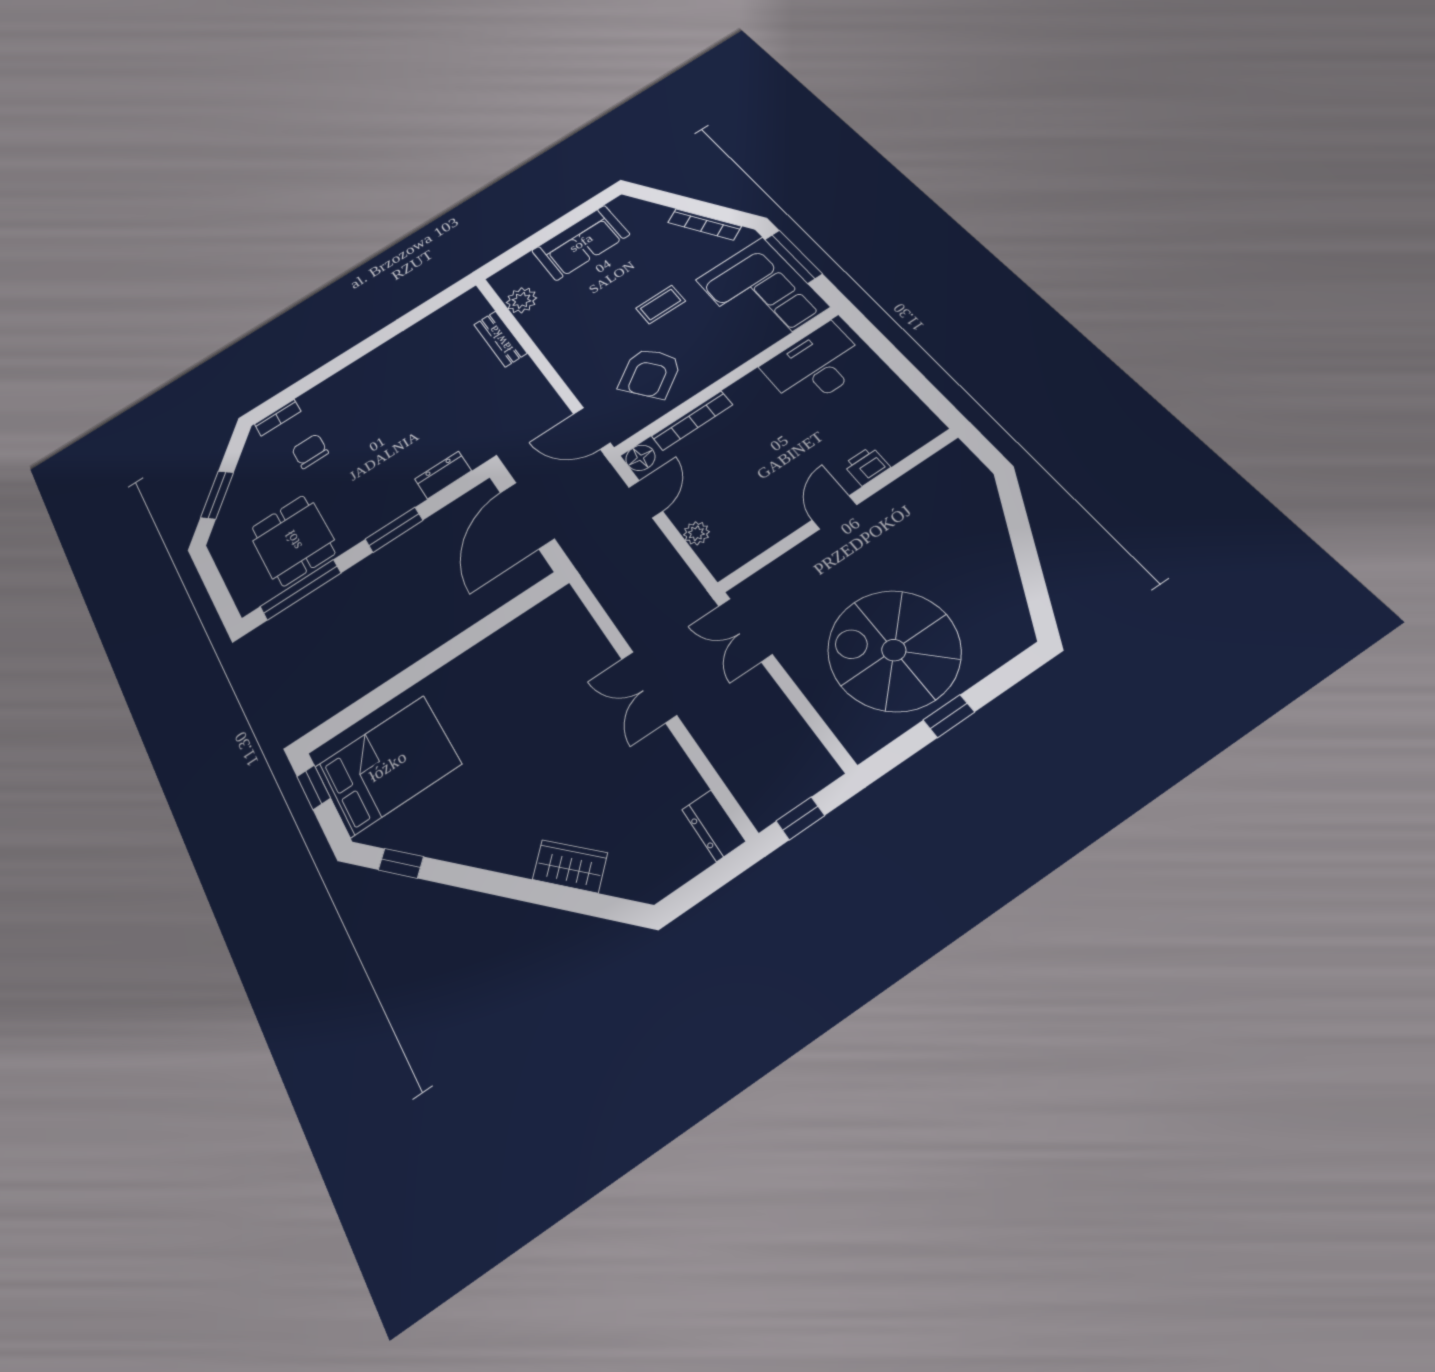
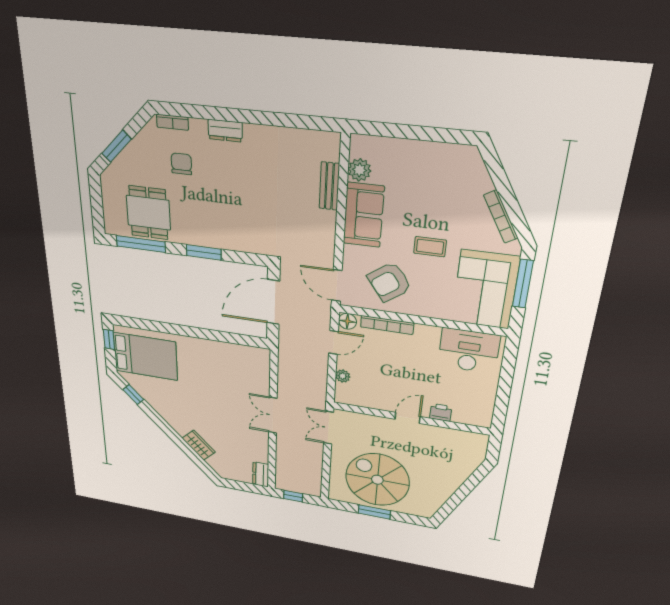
sofa: (581, 243) -> (364, 215), moved, turned -90
dresser: (443, 475) -> (225, 131), moved, turned 180
window: (949, 716) -> (374, 512), width x1.50

